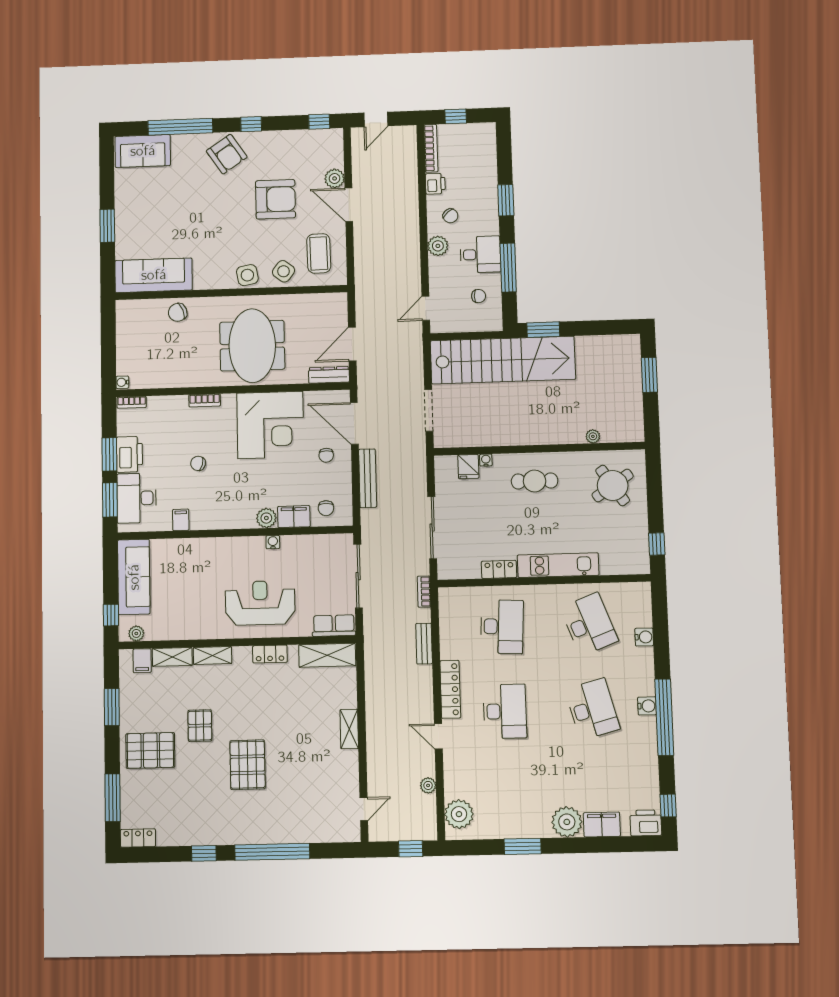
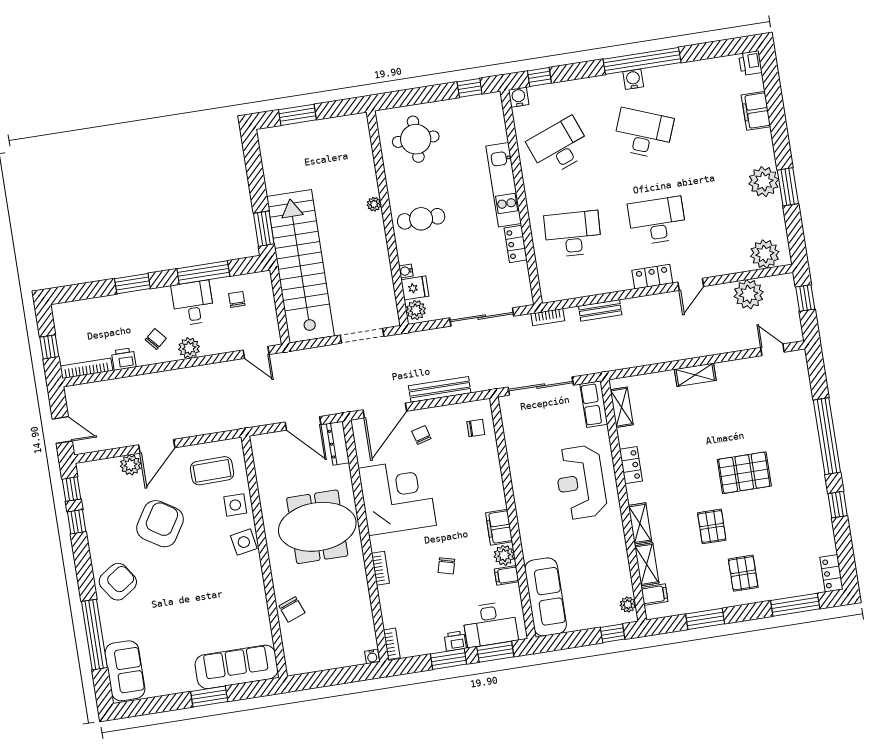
window: (251, 124) -> (77, 522), moved
armchair: (276, 199) -> (160, 524), turned 32
side table: (284, 271) -> (235, 505), turned -38
sofa: (154, 275) -> (236, 667), moved, turned 90
plant: (593, 436) -> (374, 204), moved
printer: (130, 454) -> (455, 641), width x0.53, depth x0.68
chair: (326, 455) -> (421, 435), turned -105
plant: (447, 465) -> (416, 310), added
cafe table: (535, 481) -> (421, 219), turned 90
round table: (613, 485) -> (416, 139), turned 34
filing cabinet: (294, 517) -> (499, 527), moved
plant: (266, 518) -> (504, 555), moved
water cooler: (273, 542) -> (517, 478), removed
sofa: (134, 577) -> (546, 597), moved, turned 90
water cooler: (644, 637) -> (519, 97), moved
shelving: (327, 655) -> (622, 407), width x0.67, depth x0.75
locker: (450, 689) -> (652, 277), width x0.66
desk: (592, 709) -> (643, 133), turned 36
pallet: (200, 726) -> (712, 526), turned 90
pallet: (150, 750) -> (743, 573), width x0.67, depth x0.71
plant: (428, 785) -> (749, 294), width x1.87, depth x1.87
window: (668, 806) -> (539, 77), moved
plant: (567, 822) -> (764, 182), moved
printer: (646, 823) -> (750, 63), width x0.73, depth x0.81

